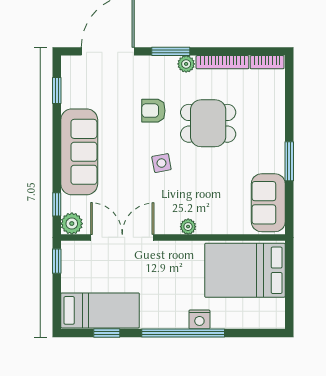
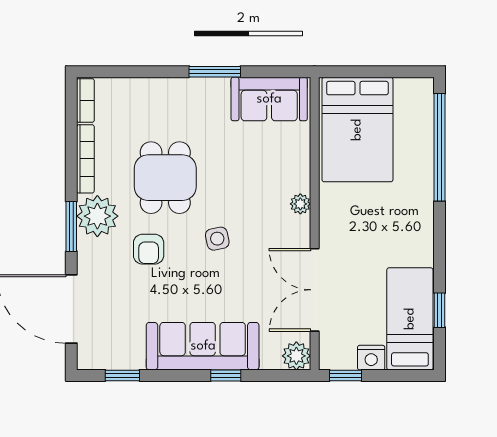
plant: (186, 64) -> (97, 216), width x1.88, depth x1.88
window: (57, 204) -> (226, 375), moved
nightstand: (199, 319) -> (371, 358), moved, turned 90
window: (183, 333) -> (440, 147), moved

